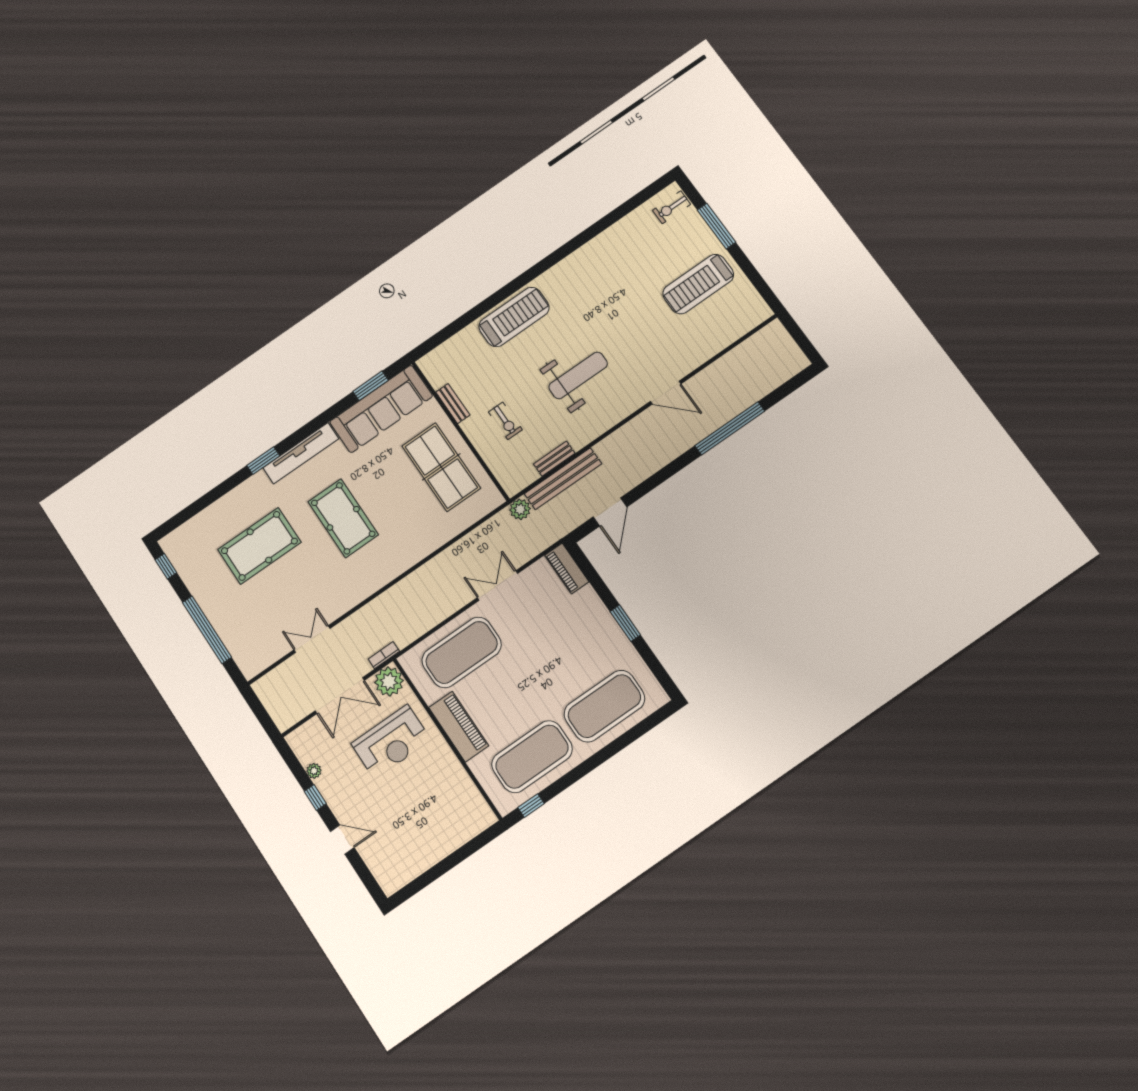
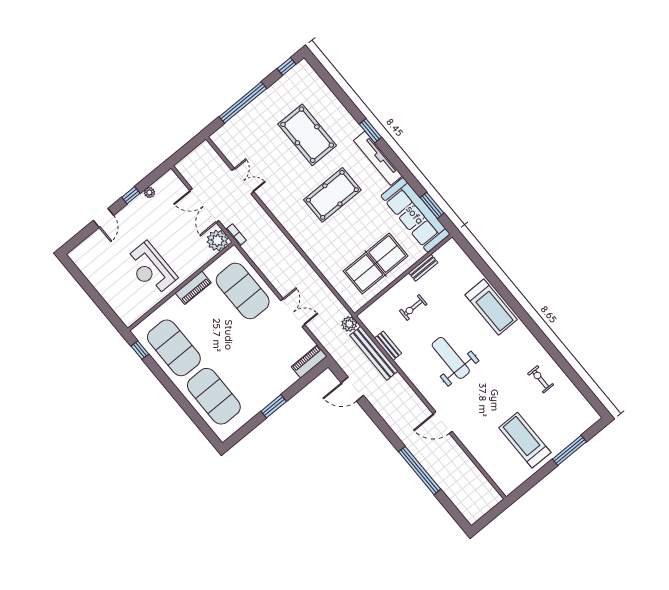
exercise bike: (672, 207) -> (541, 379), moved
weight bench: (578, 375) -> (451, 358), turned 180
door: (666, 393) -> (443, 423), hinge flipped
piano: (459, 727) -> (193, 288), width x0.73, depth x0.75
reception desk: (391, 742) -> (151, 269), moved

